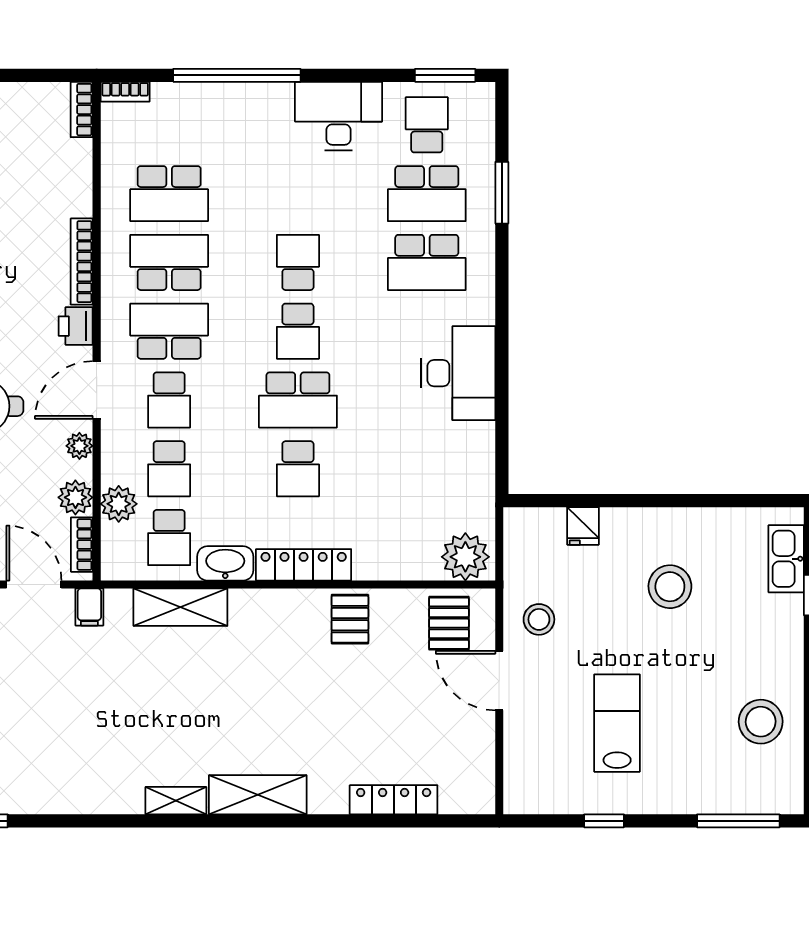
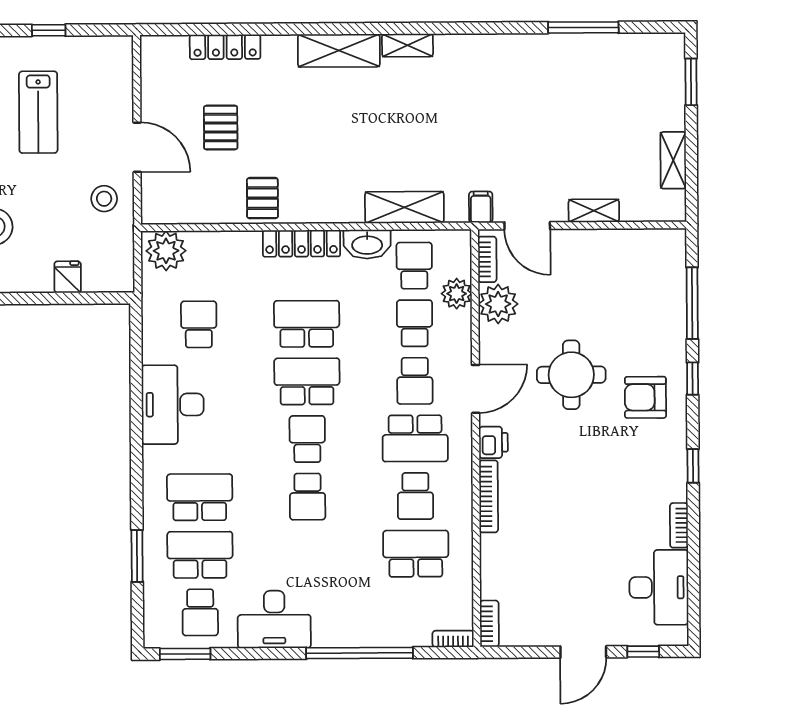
school desk: (169, 262) -> (415, 496), width x0.54
school desk: (169, 400) -> (415, 381), turned 180
plant: (79, 446) -> (490, 342), removed
school desk: (298, 469) -> (307, 324), width x1.85
school desk: (427, 469) -> (199, 324), added
plant: (75, 497) -> (498, 304), width x1.36, depth x1.36
pallet: (449, 623) -> (221, 128), moved

